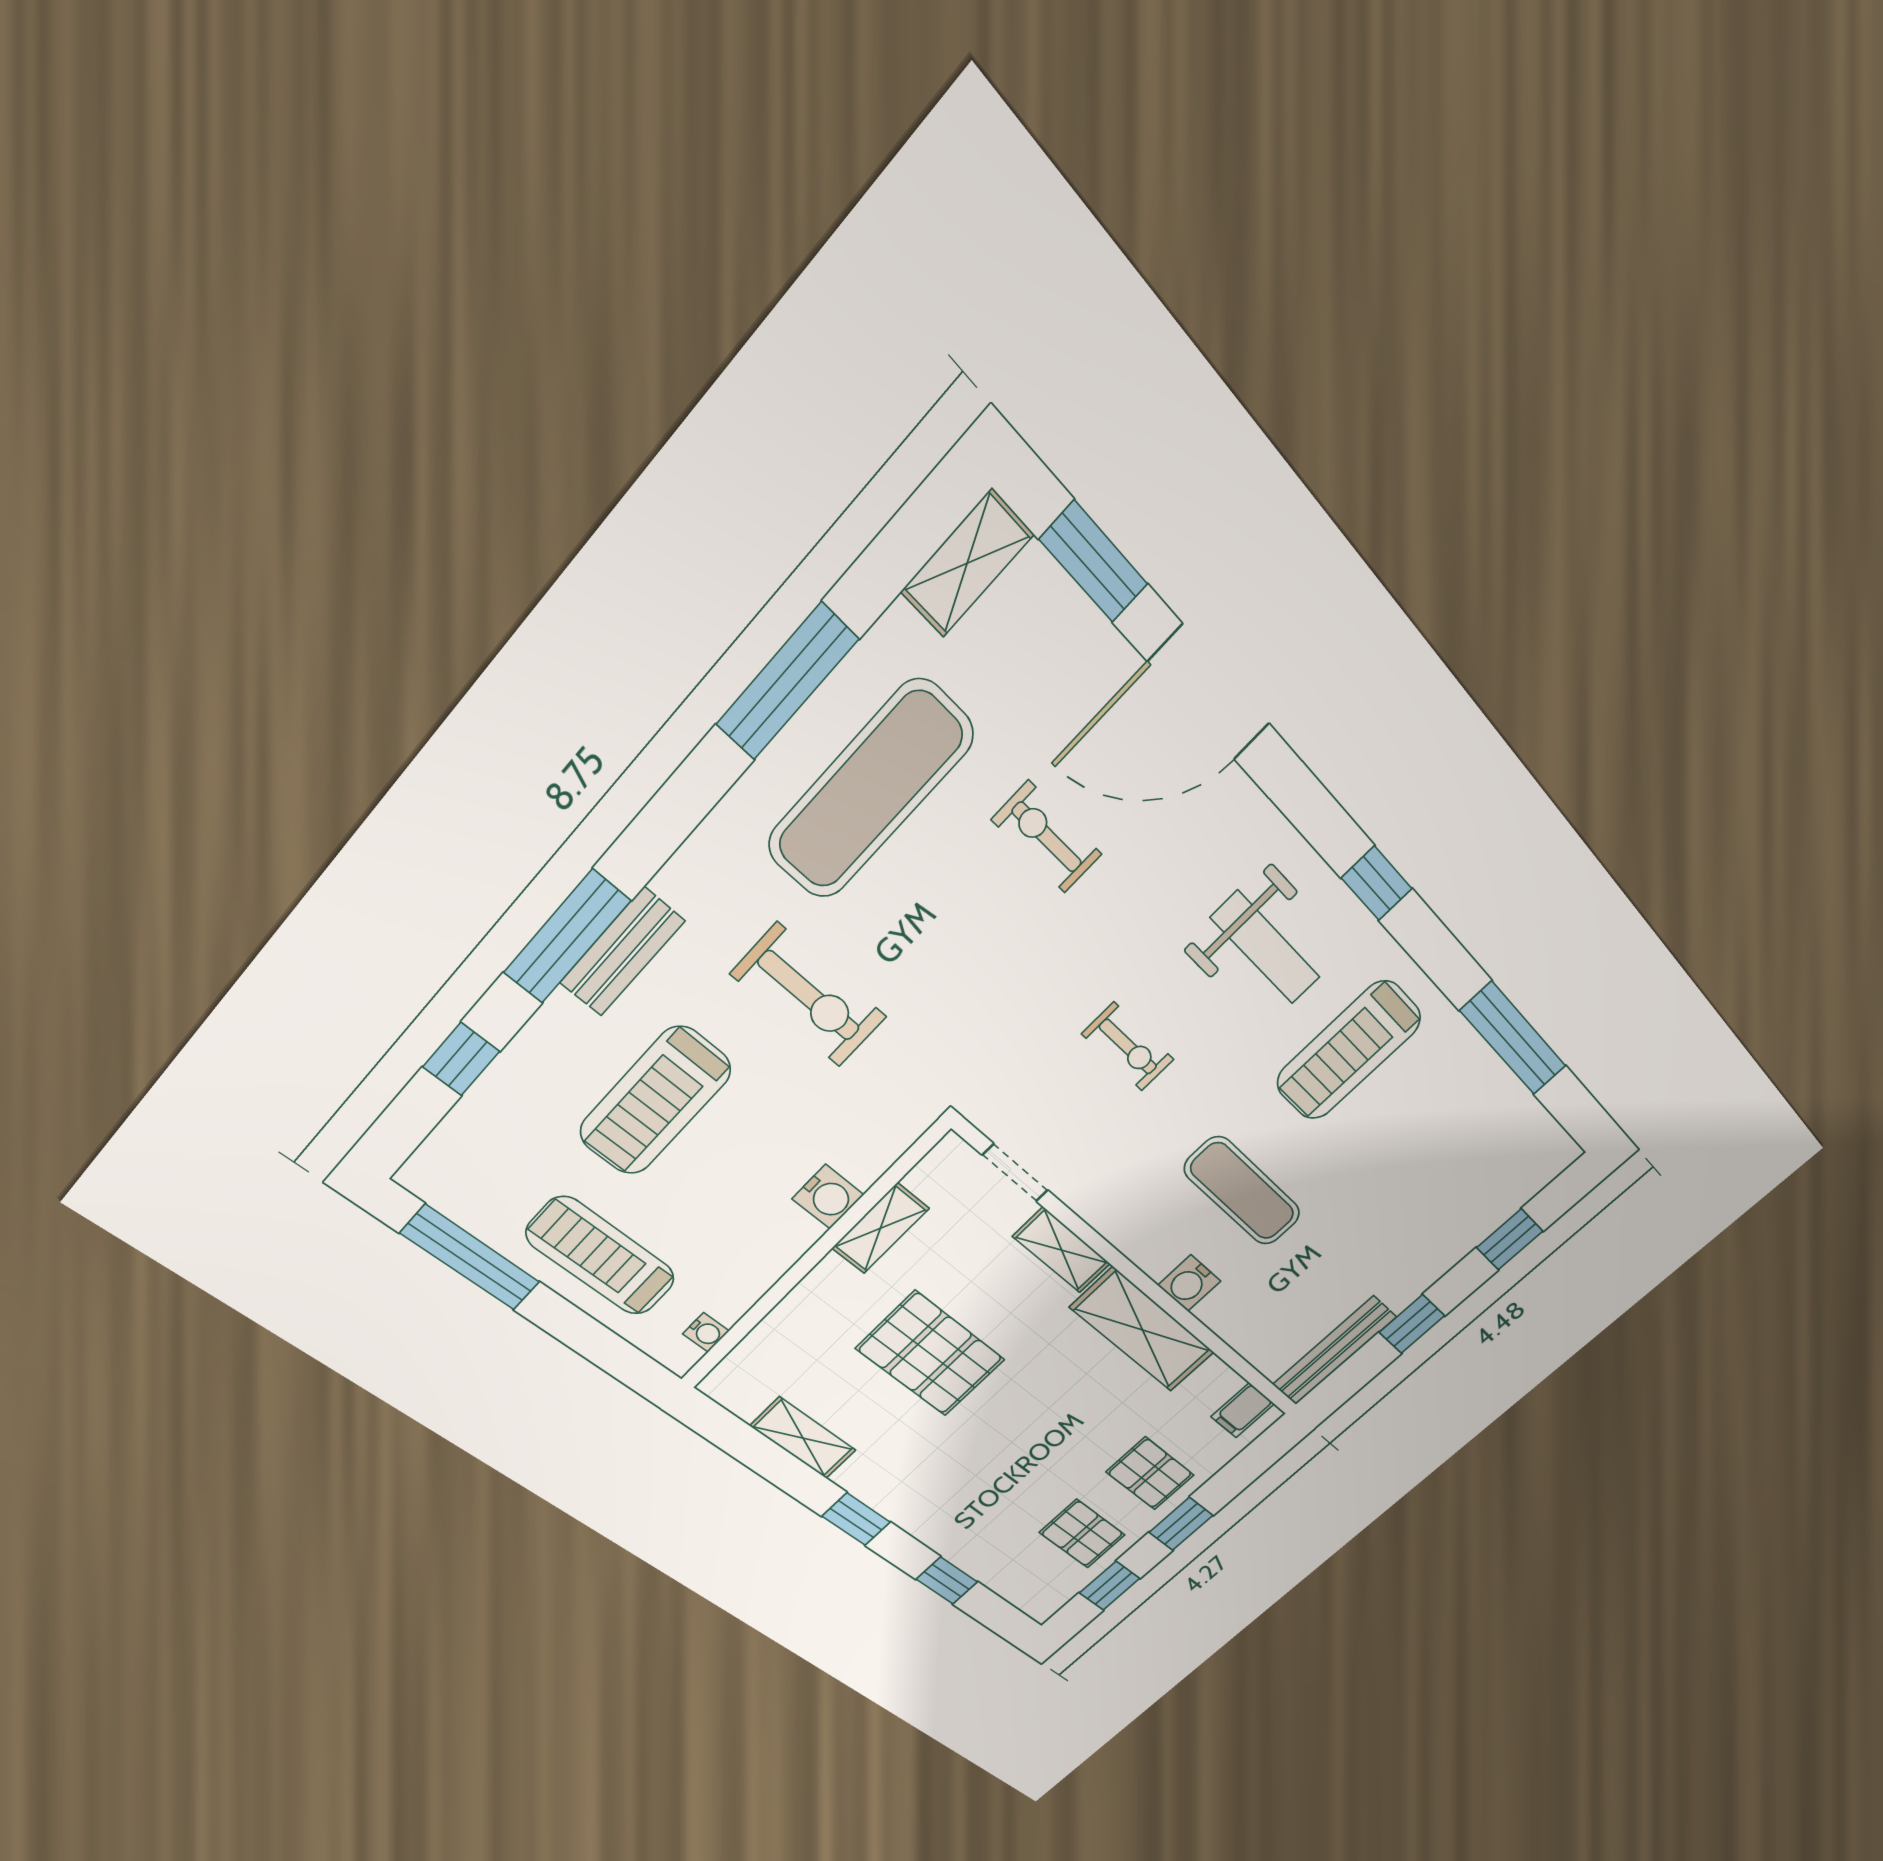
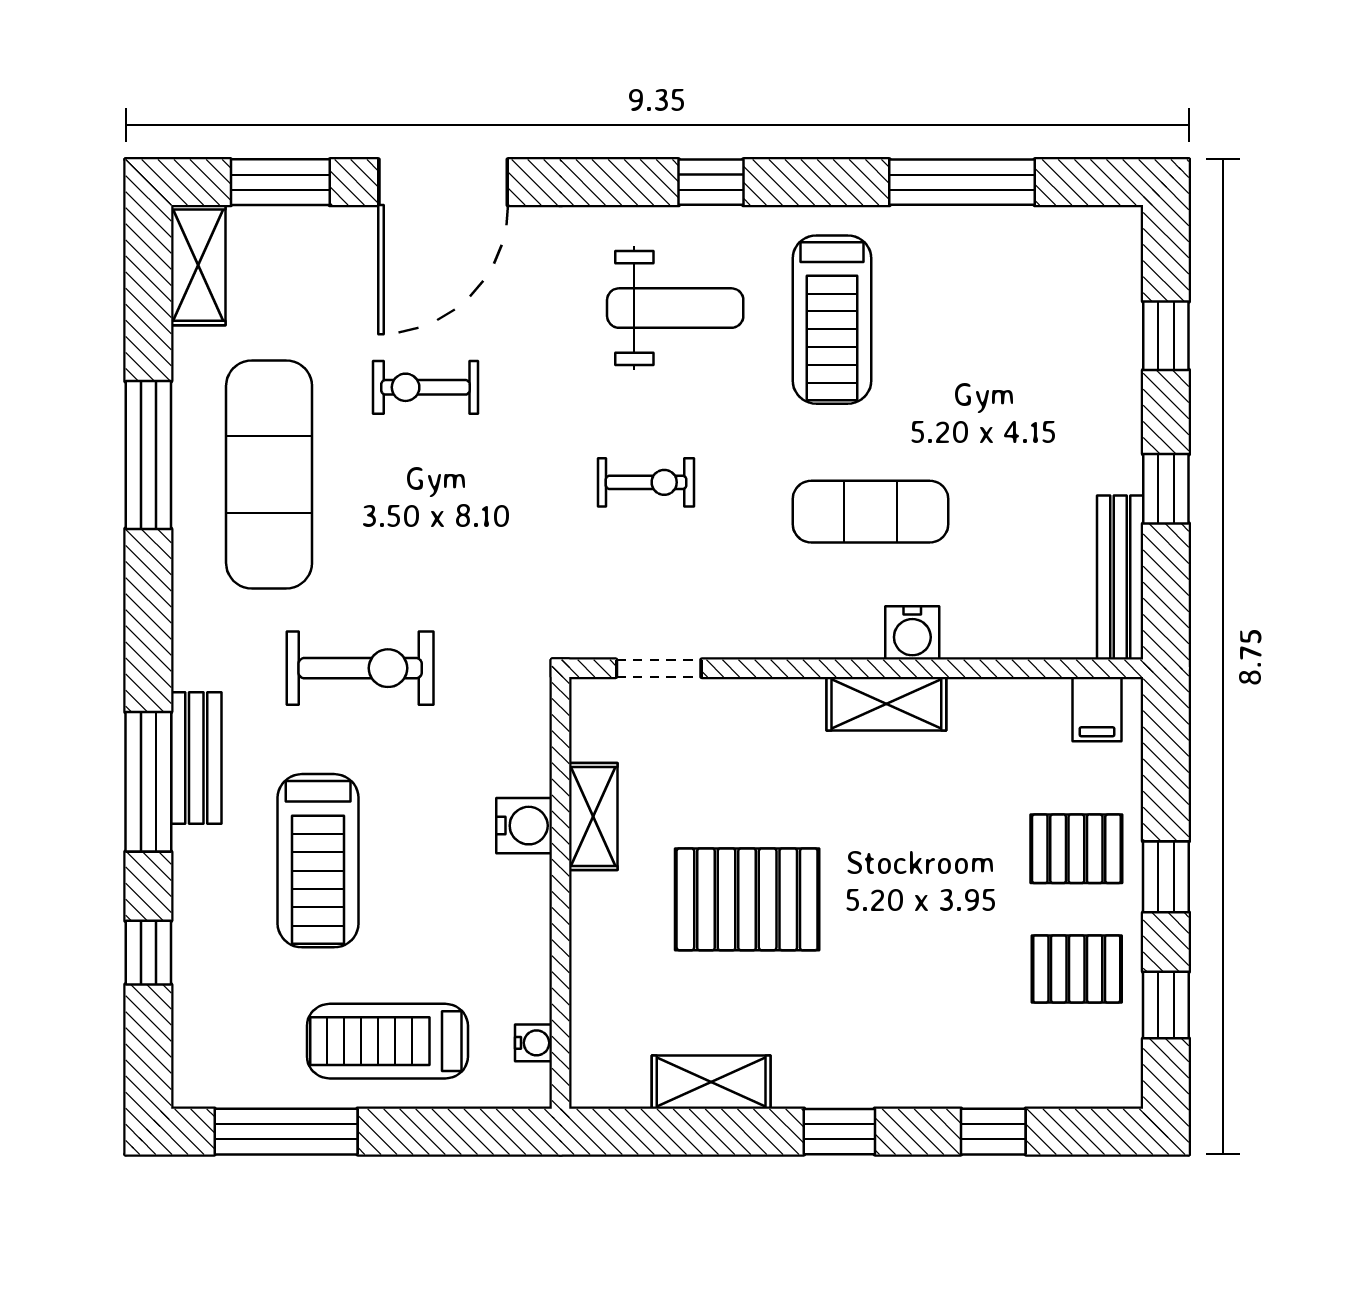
shelving: (1062, 1250) -> (767, 702), removed
shelving: (1143, 1330) -> (886, 704), width x0.67, depth x0.75

